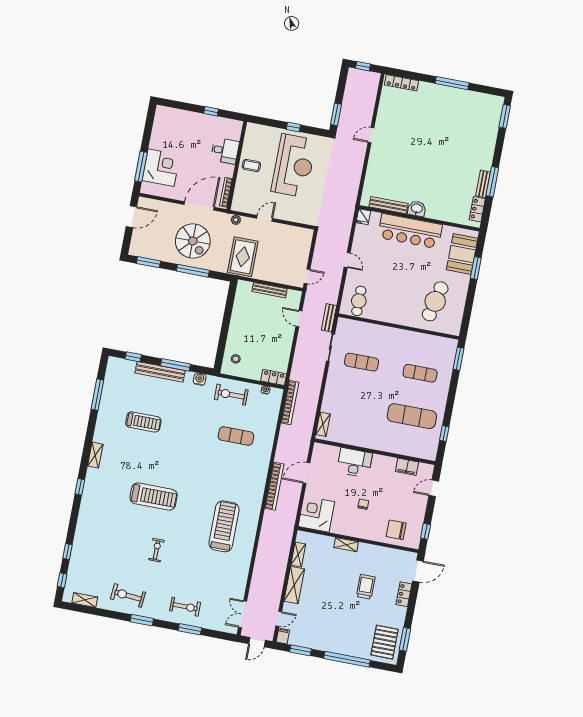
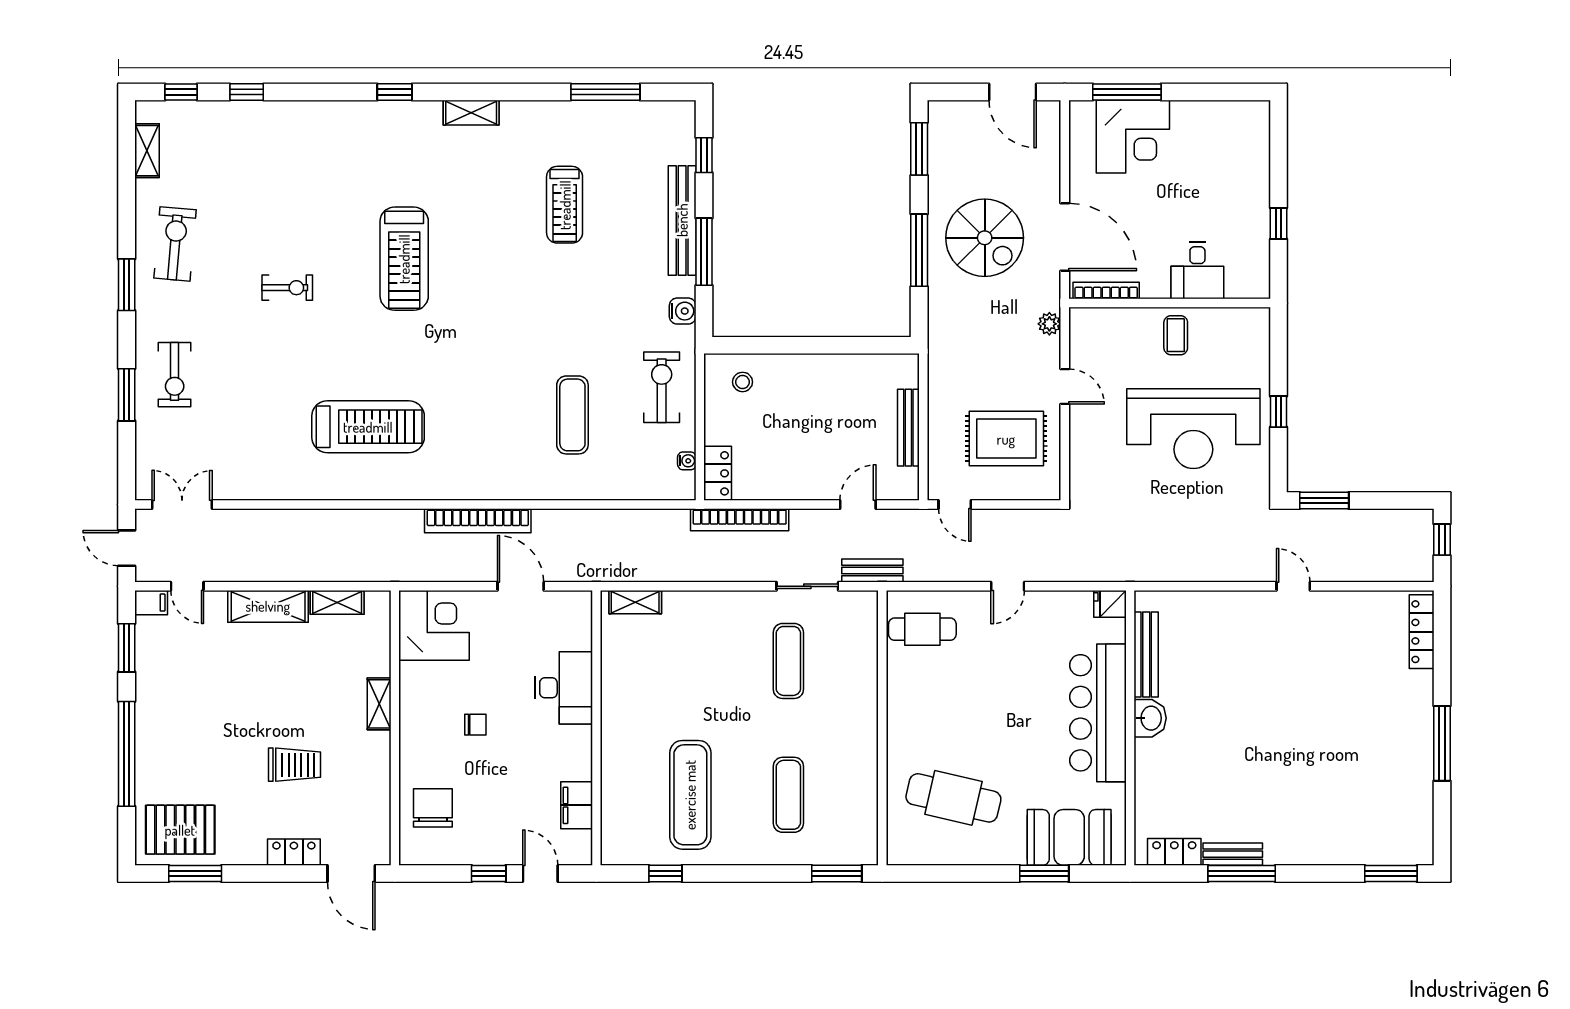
spiral stairs: (193, 241) -> (985, 238), turned -90
rug: (243, 257) -> (1006, 439), moved
bookcase: (290, 403) -> (740, 520), moved
window: (426, 531) -> (489, 874), moved

